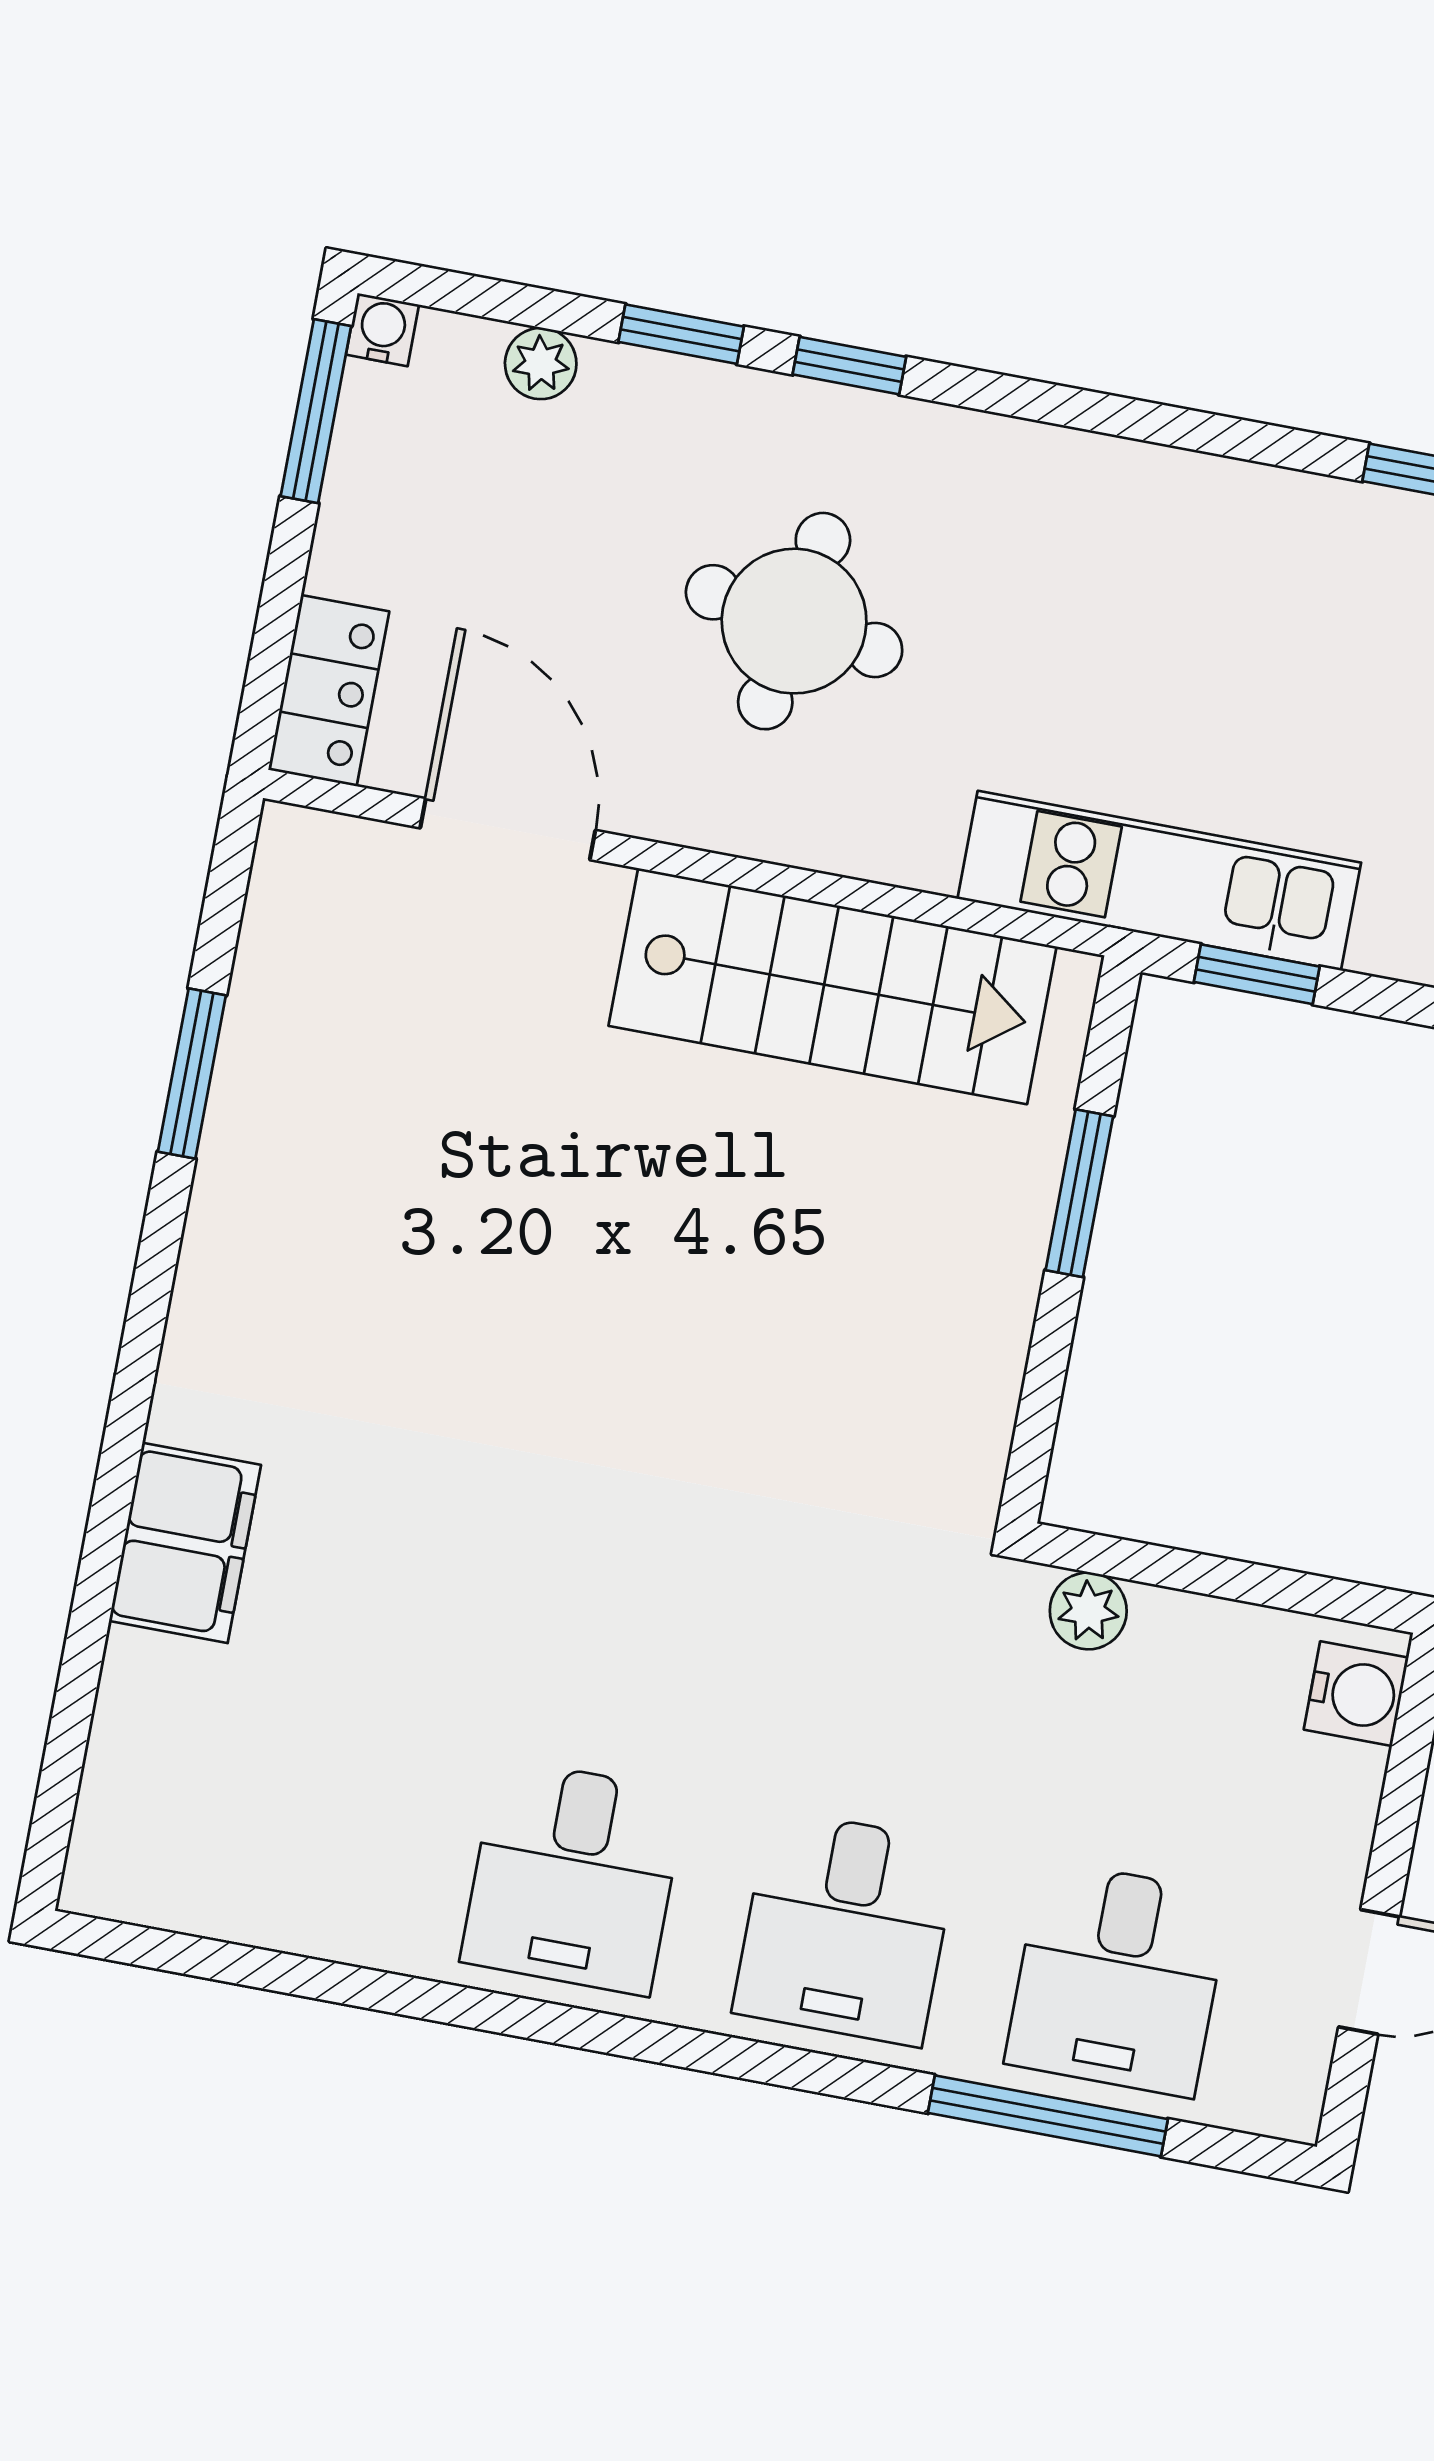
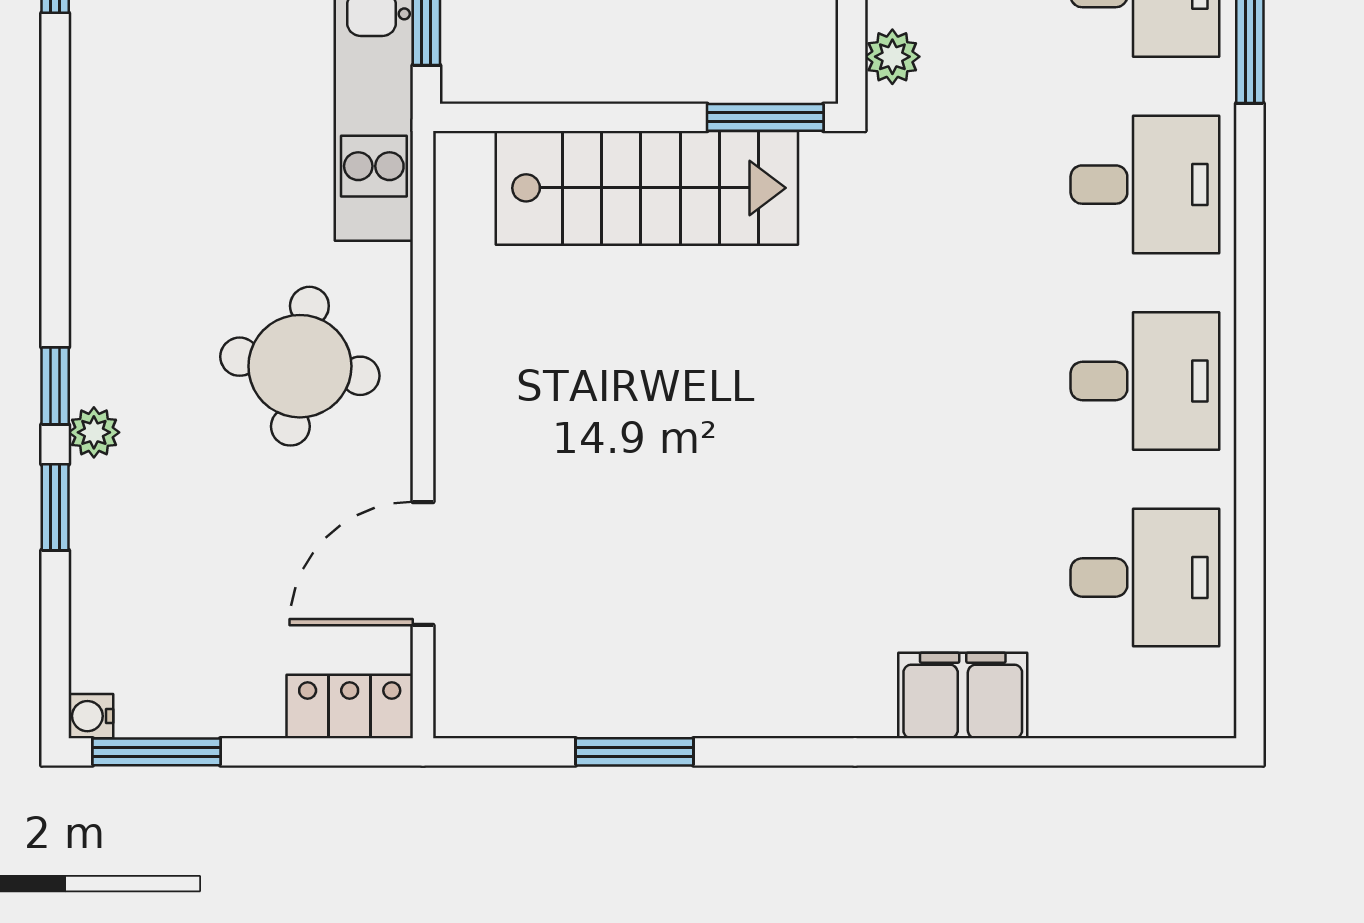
plant: (541, 364) -> (94, 432), moved
round table: (794, 621) -> (300, 366), moved
stairs: (833, 986) -> (647, 188), moved, turned 90
window: (1079, 1193) -> (765, 117), moved
desk: (301, 1826) -> (1145, 577), added

